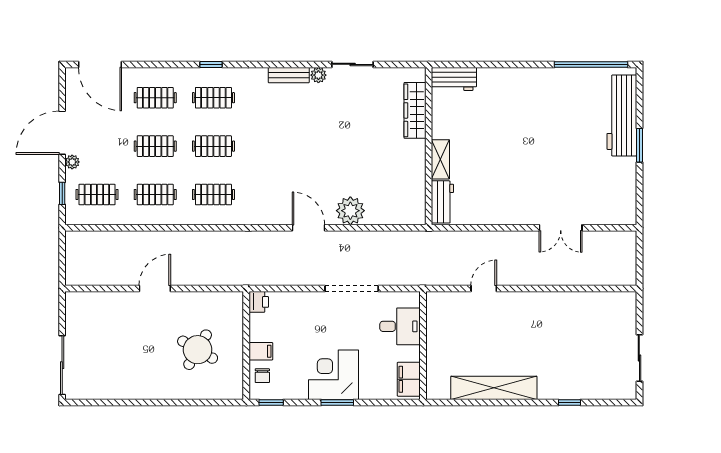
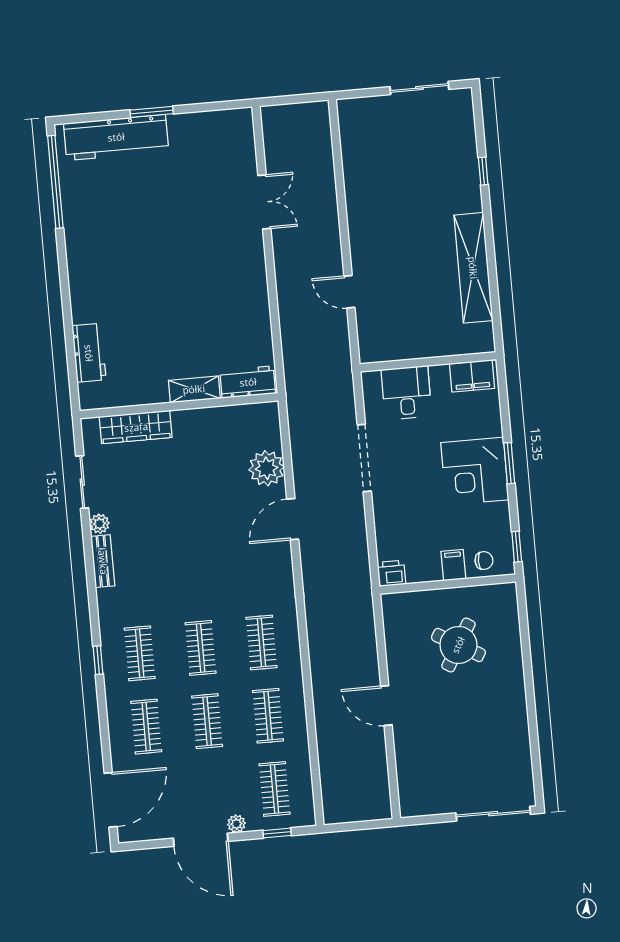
wardrobe: (415, 110) -> (136, 427), moved
wall: (429, 146) -> (179, 406), moved
shelving: (440, 159) -> (194, 389), moved
workbench: (442, 202) -> (248, 382), moved

